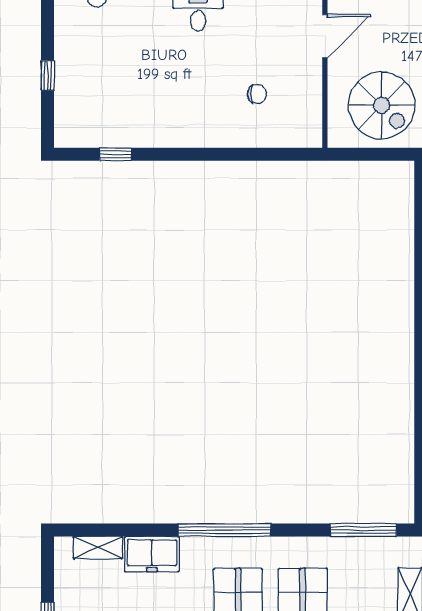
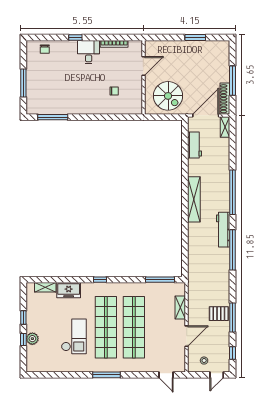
window: (48, 75) -> (23, 83), width x2.17
window: (115, 154) -> (53, 117), width x2.17
window: (224, 530) -> (100, 280), width x0.32

